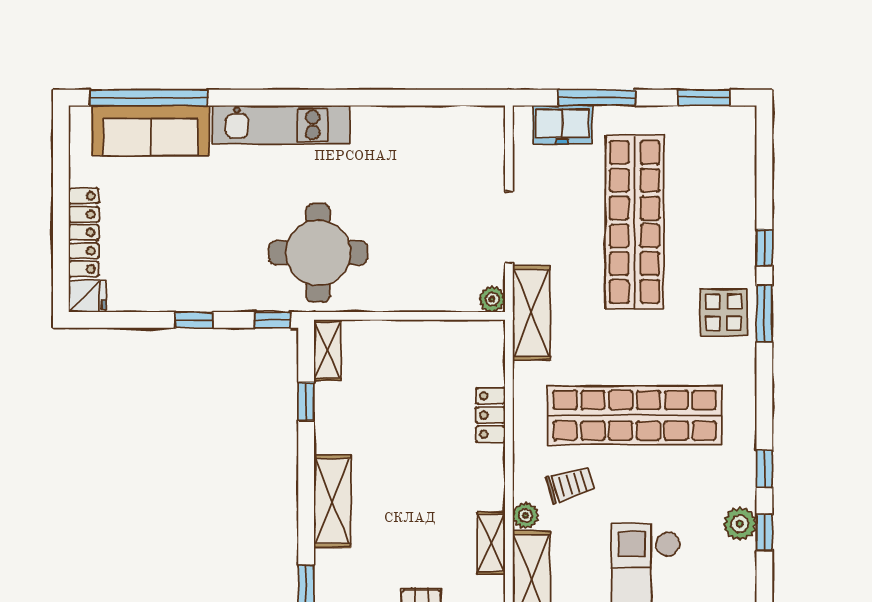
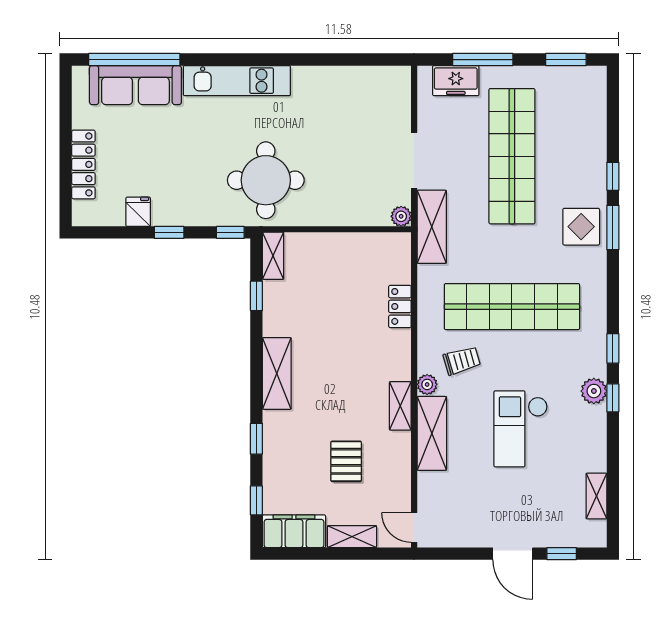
fridge: (87, 296) -> (138, 212), moved, turned -90

